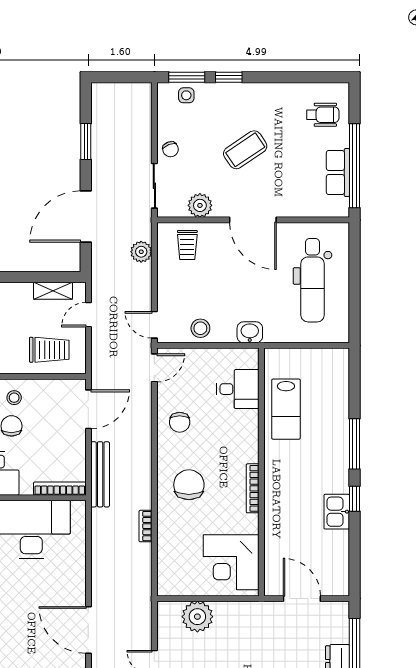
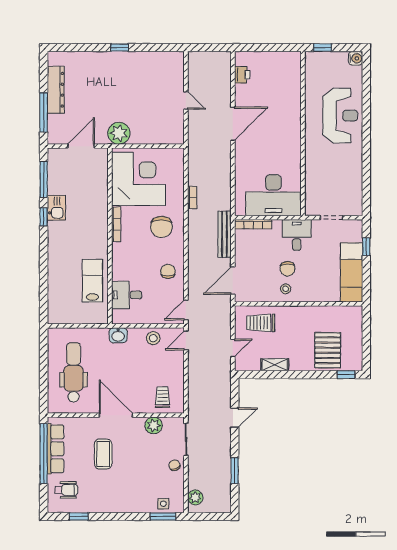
window: (229, 77) -> (79, 517), moved
wheelchair: (323, 115) -> (66, 490), turned 180
coffee table: (245, 150) -> (103, 454), moved, turned -56
row of seats: (338, 172) -> (55, 449), width x1.48
door: (86, 216) -> (235, 418), width x0.53
plant: (141, 252) -> (195, 497), moved
shelving: (53, 291) -> (275, 365), moved
door: (154, 325) -> (186, 341), swing flipped
window: (355, 444) -> (44, 179), moved
corner desk: (231, 562) -> (138, 179), width x1.36, depth x1.36
door: (302, 599) -> (81, 146), swing flipped
plant: (197, 617) -> (119, 133), moved
door: (88, 630) -> (233, 124), hinge flipped

